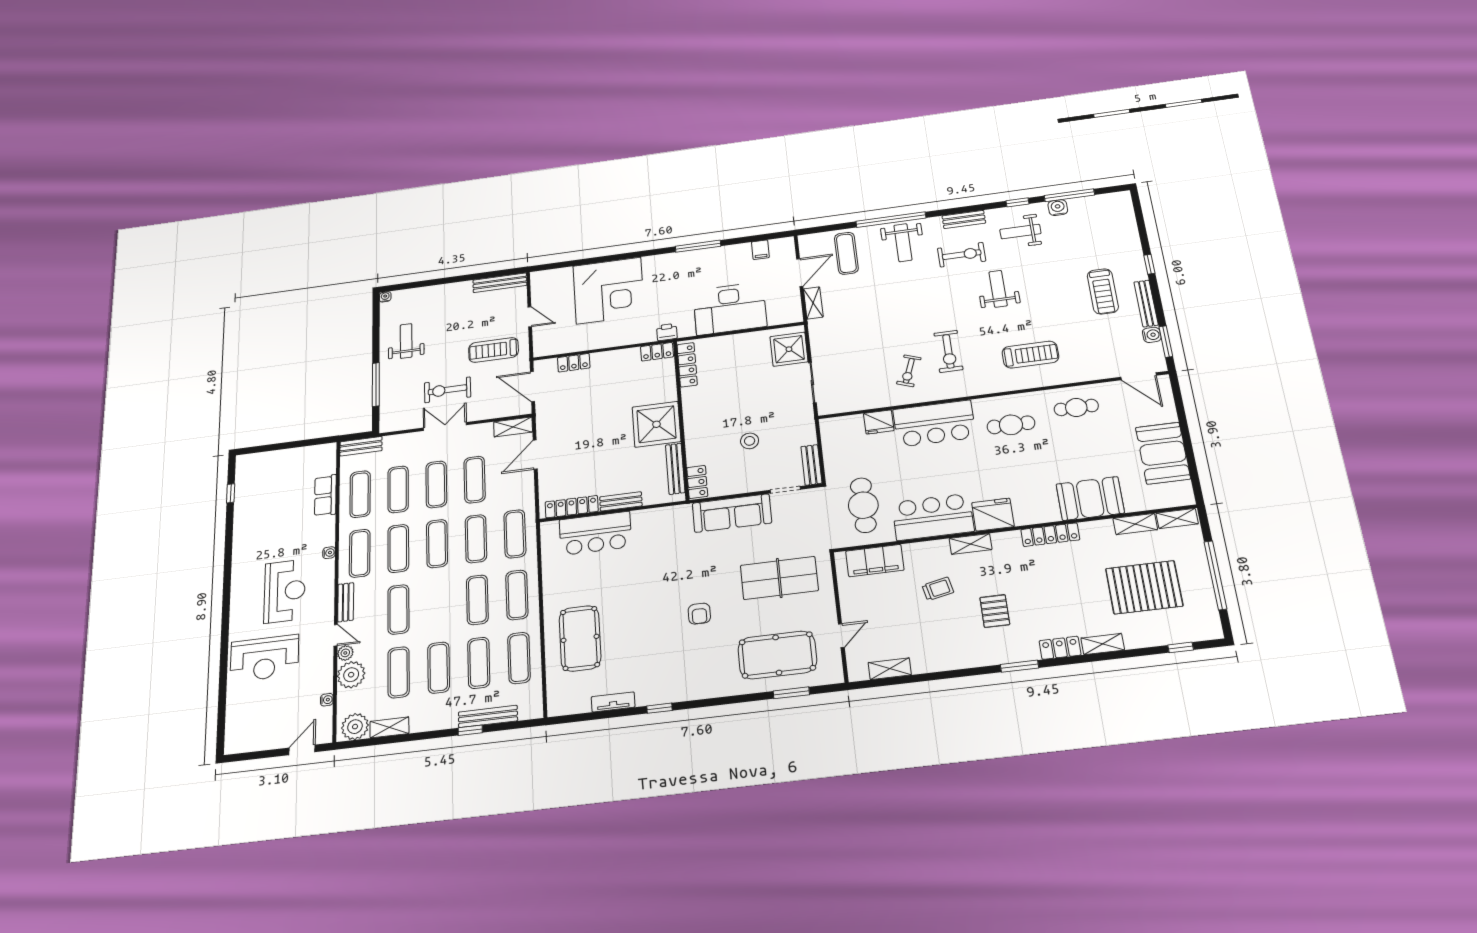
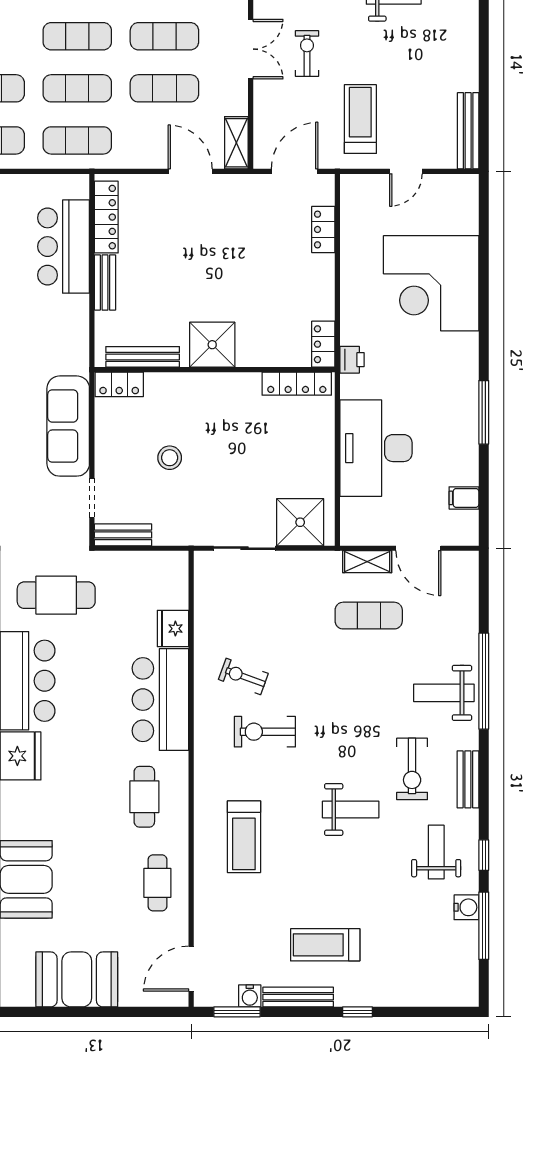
exercise mat: (846, 253) -> (369, 616), moved
exercise bike: (448, 390) -> (307, 54), width x0.73, depth x0.72
shower: (656, 424) -> (212, 345), width x0.73, depth x0.73

